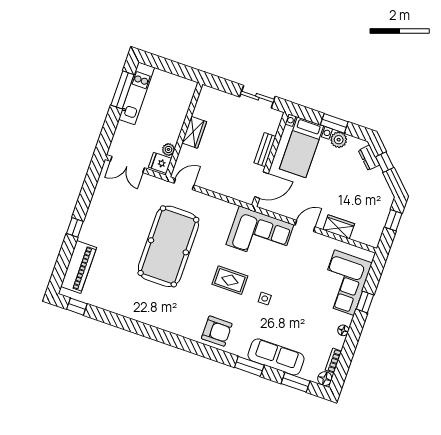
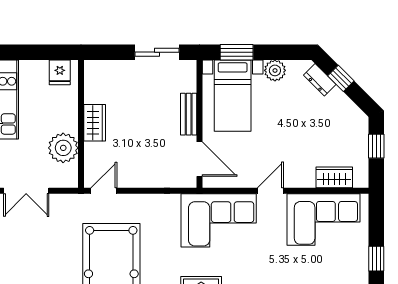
window: (334, 123) -> (237, 52), moved
plant: (168, 149) -> (63, 148), width x1.87, depth x1.87
fridge: (160, 163) -> (60, 72), moved, turned -90
door: (261, 185) -> (200, 159), hinge flipped
wardrobe: (339, 227) -> (334, 177), moved
corner sofa: (344, 283) -> (324, 220), moved, turned -90

